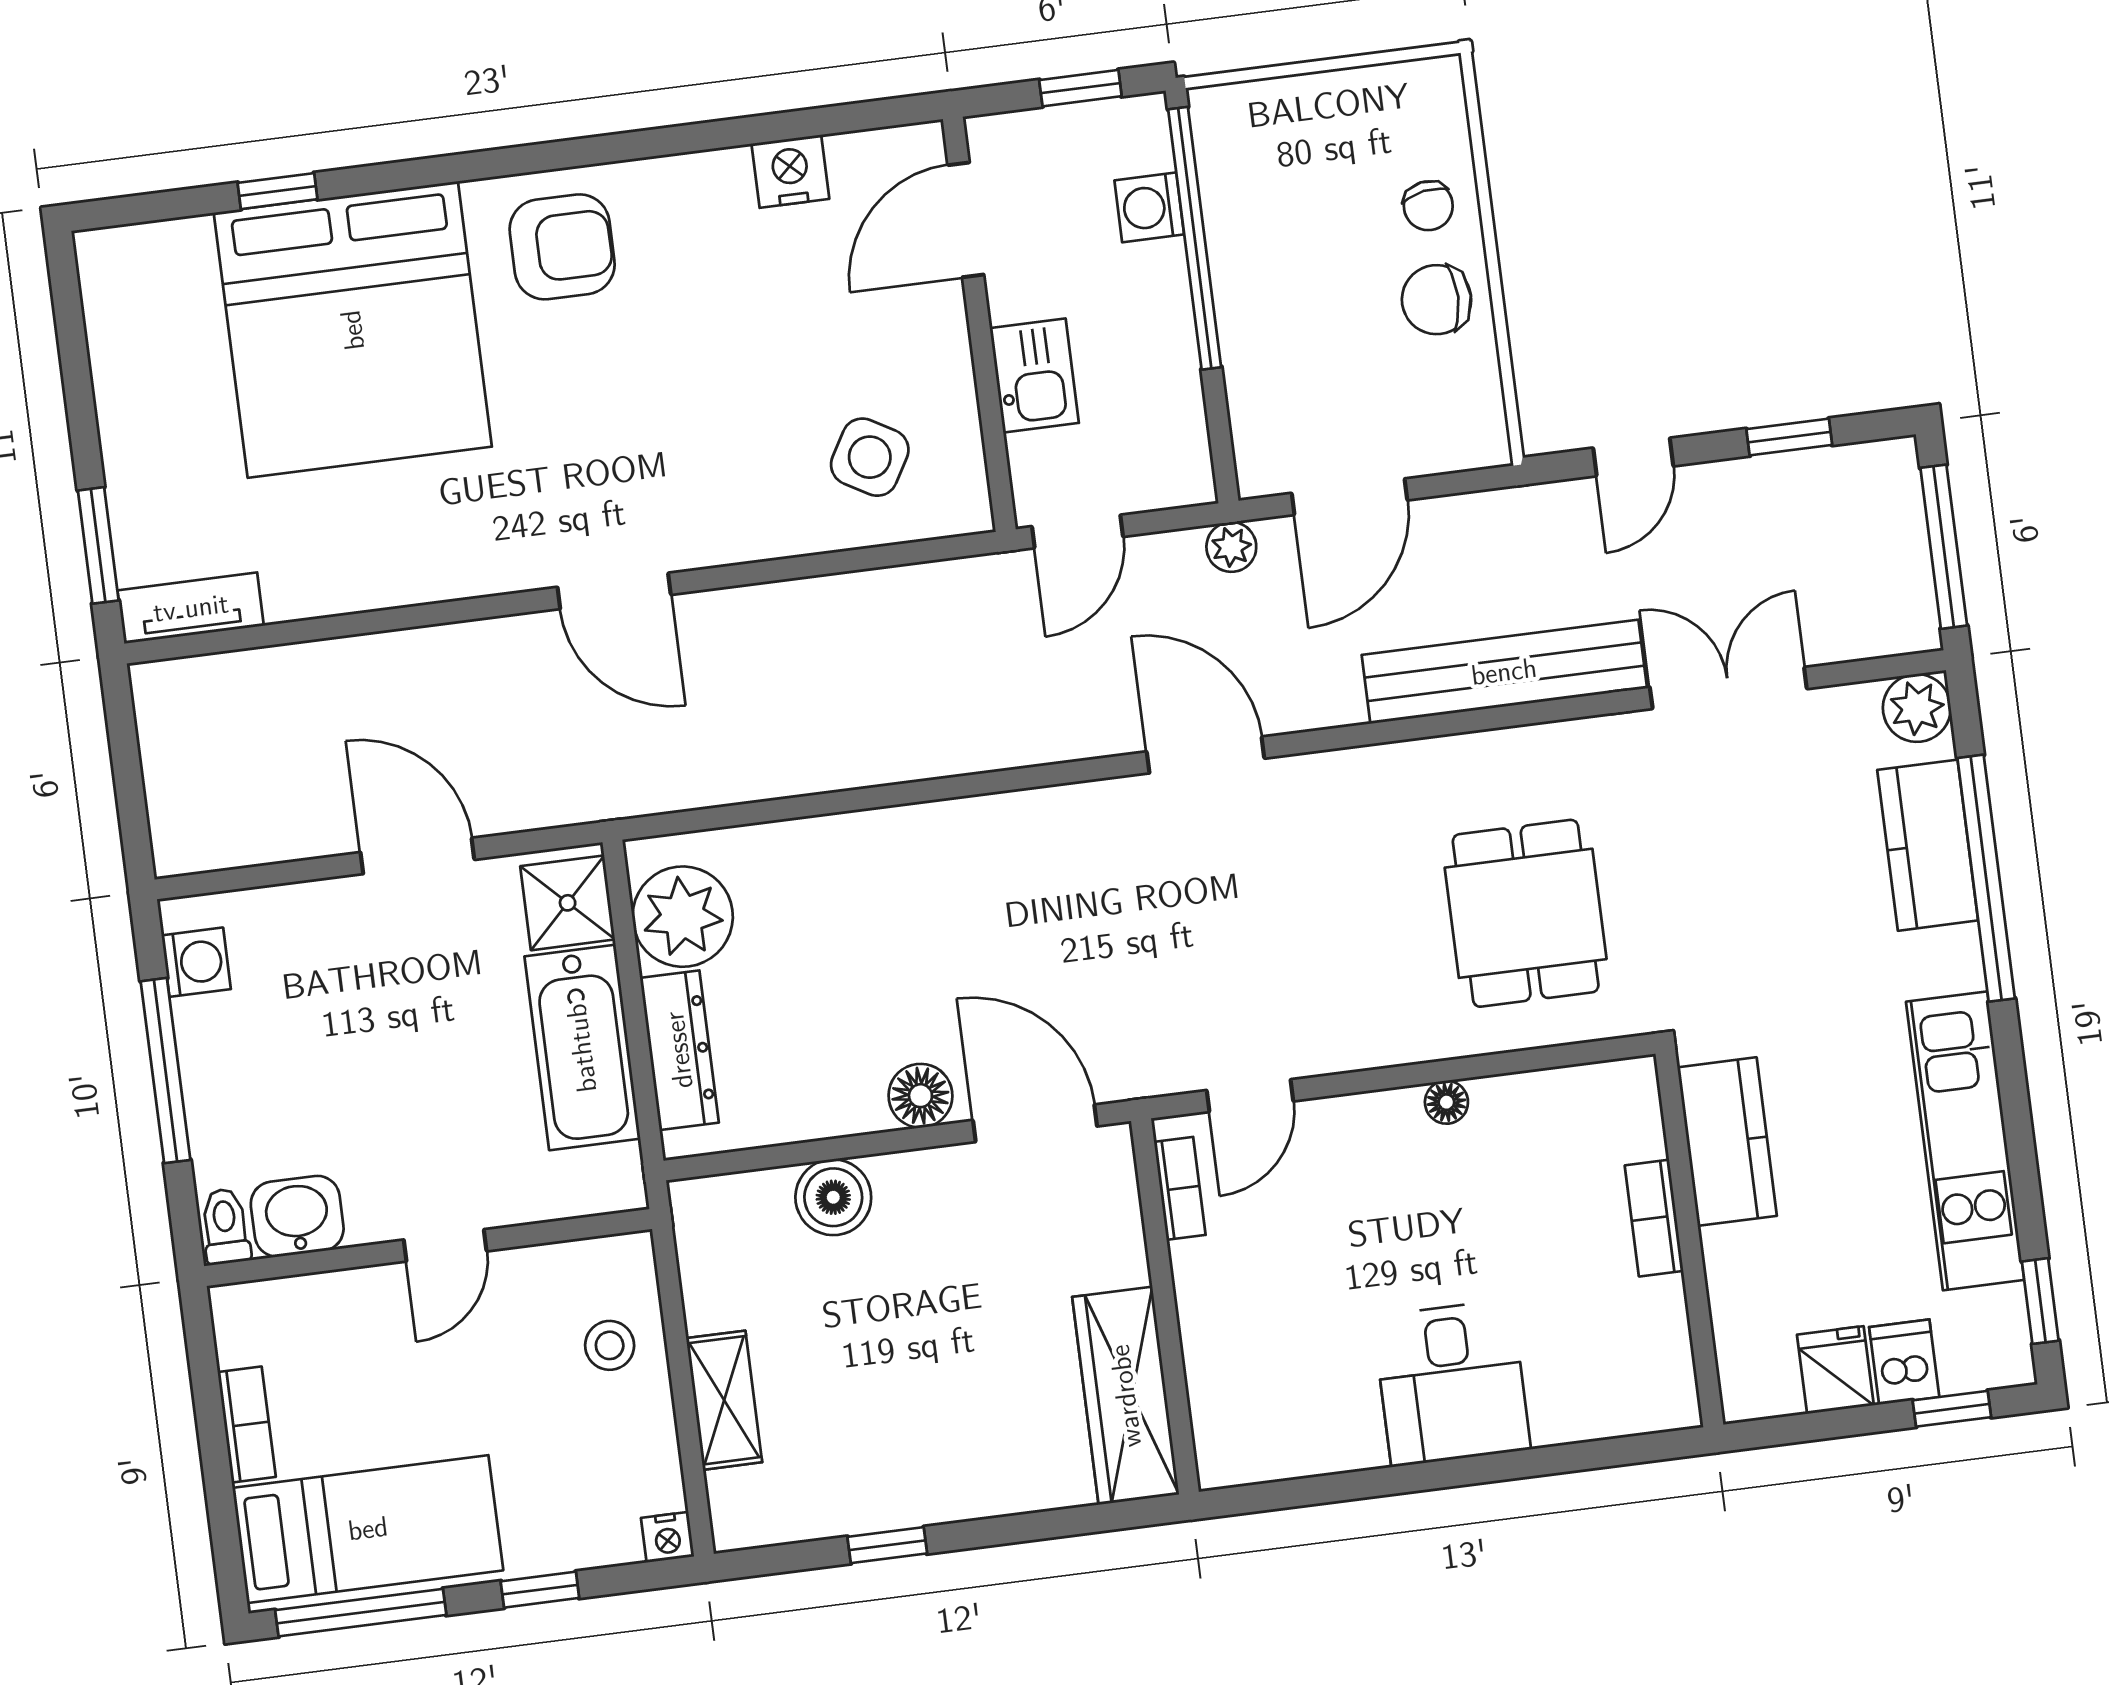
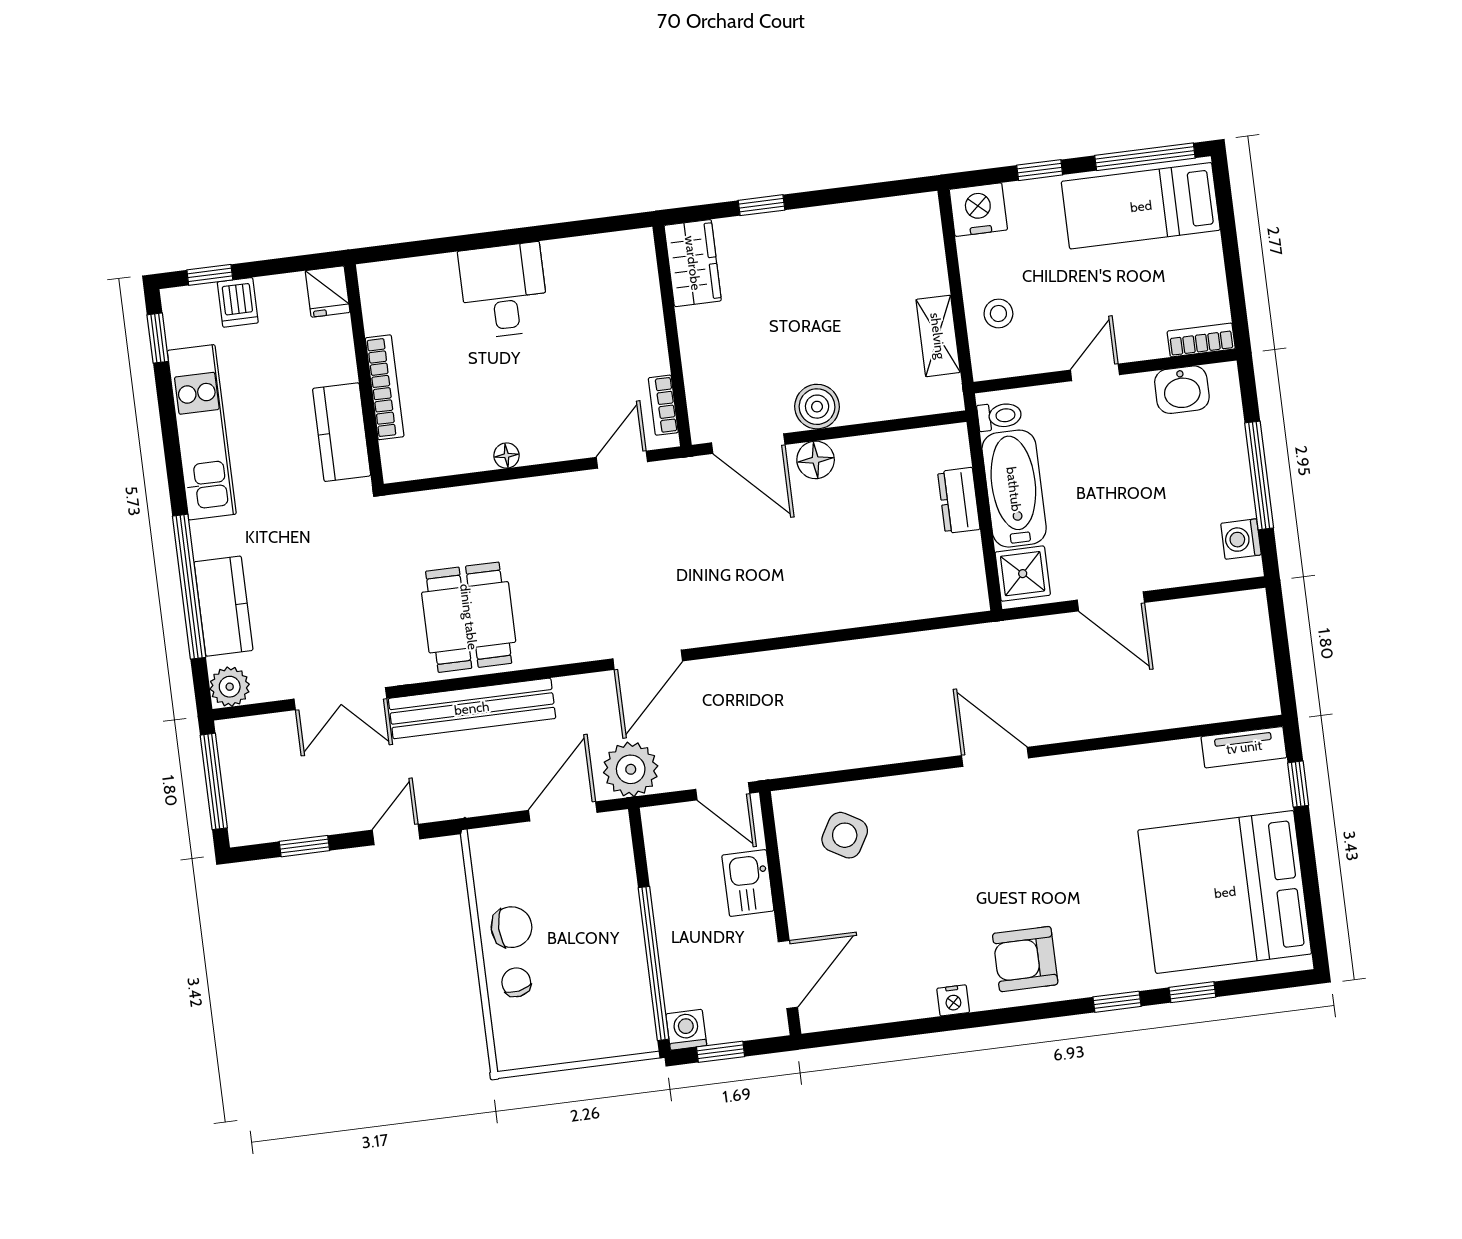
nightstand: (790, 171) -> (953, 1000), moved, width x0.72, depth x0.74
window: (406, 175) -> (1117, 1002), added
washing machine: (1149, 207) -> (686, 1030), moved, turned -90
bed: (353, 330) -> (1225, 892), moved, turned -90
door: (1077, 532) -> (723, 791), swing flipped
window: (98, 545) -> (1298, 784), width x0.67
plant: (1231, 547) -> (631, 769), width x1.88, depth x1.88
door: (1206, 755) -> (648, 660), hinge flipped
dining table: (1526, 913) -> (469, 617), moved
plant: (683, 917) -> (955, 565), removed
dresser: (679, 1050) -> (959, 500), width x0.70
boiler: (833, 1197) -> (817, 407), moved
bookcase: (1654, 1218) -> (385, 387), width x1.56
toilet: (225, 1226) -> (999, 416), moved, turned -90
fridge: (1835, 1370) -> (328, 292), moved
wardrobe: (1126, 1396) -> (693, 263), width x0.67
shelving: (724, 1400) -> (938, 336), moved
bookcase: (247, 1425) -> (1201, 340), moved, turned 90
nightstand: (667, 1537) -> (978, 210), width x1.89, depth x1.79
window: (887, 1545) -> (761, 205), moved

